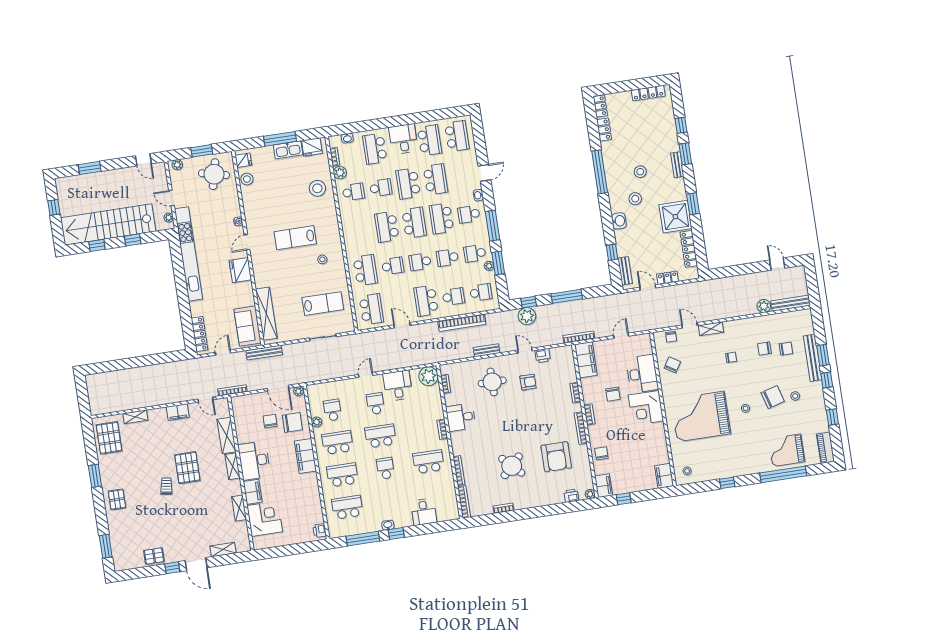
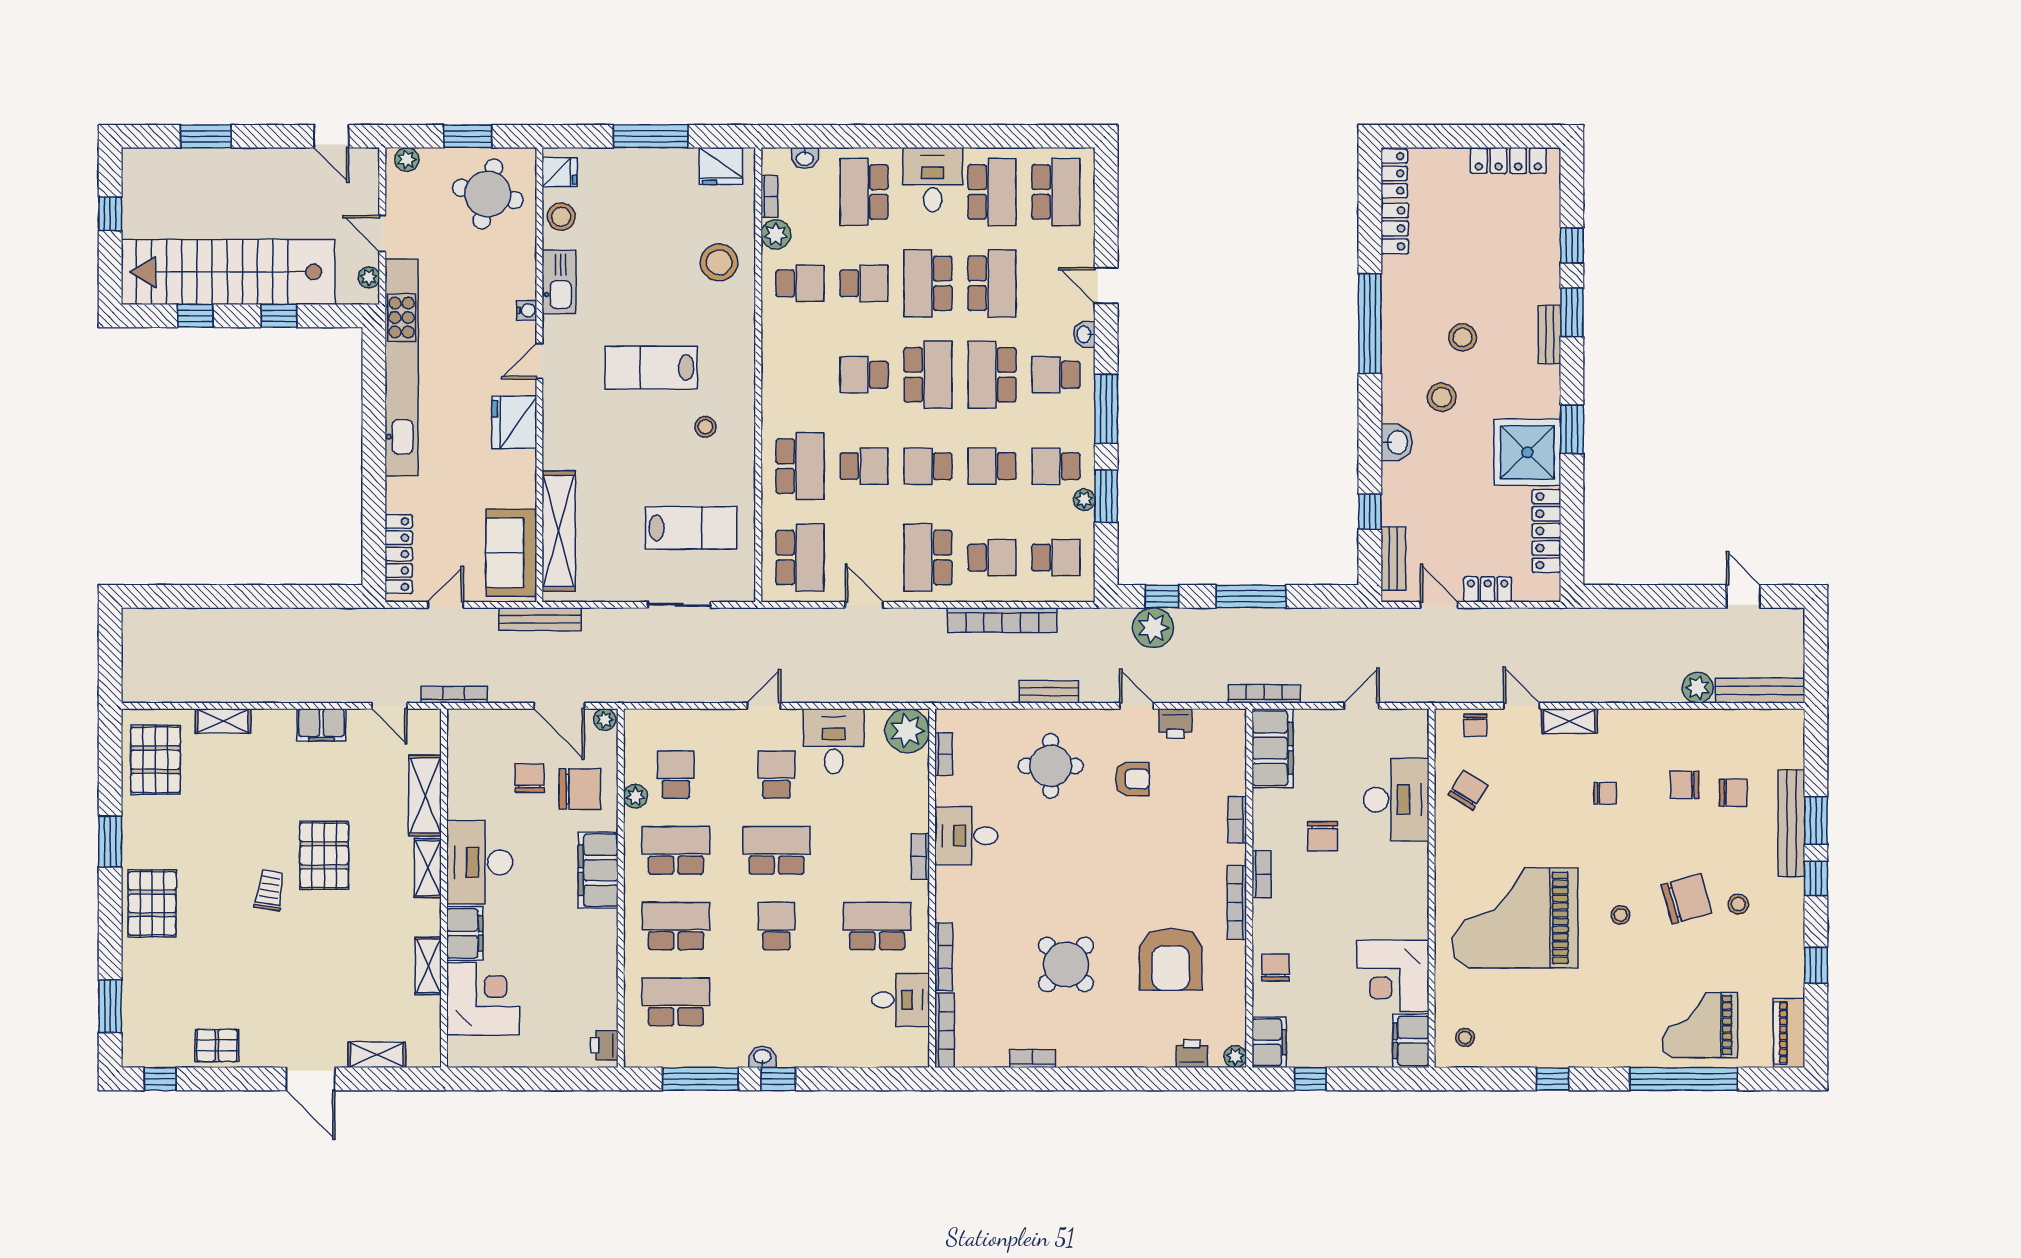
kitchen sink: (288, 150) -> (559, 282), moved, turned -90
door: (484, 173) -> (1106, 286), swing flipped
school desk: (387, 227) -> (864, 375), width x0.54
corner desk: (646, 408) -> (1393, 976), moved
pallet: (117, 499) -> (152, 903), width x1.50, depth x1.42
desk: (424, 512) -> (901, 1000), moved, turned -90
window: (172, 568) -> (160, 1079), moved

